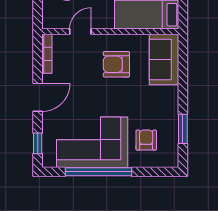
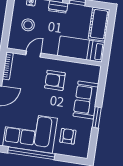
sofa: (164, 60) -> (86, 100), moved
window: (183, 129) -> (97, 117), moved

